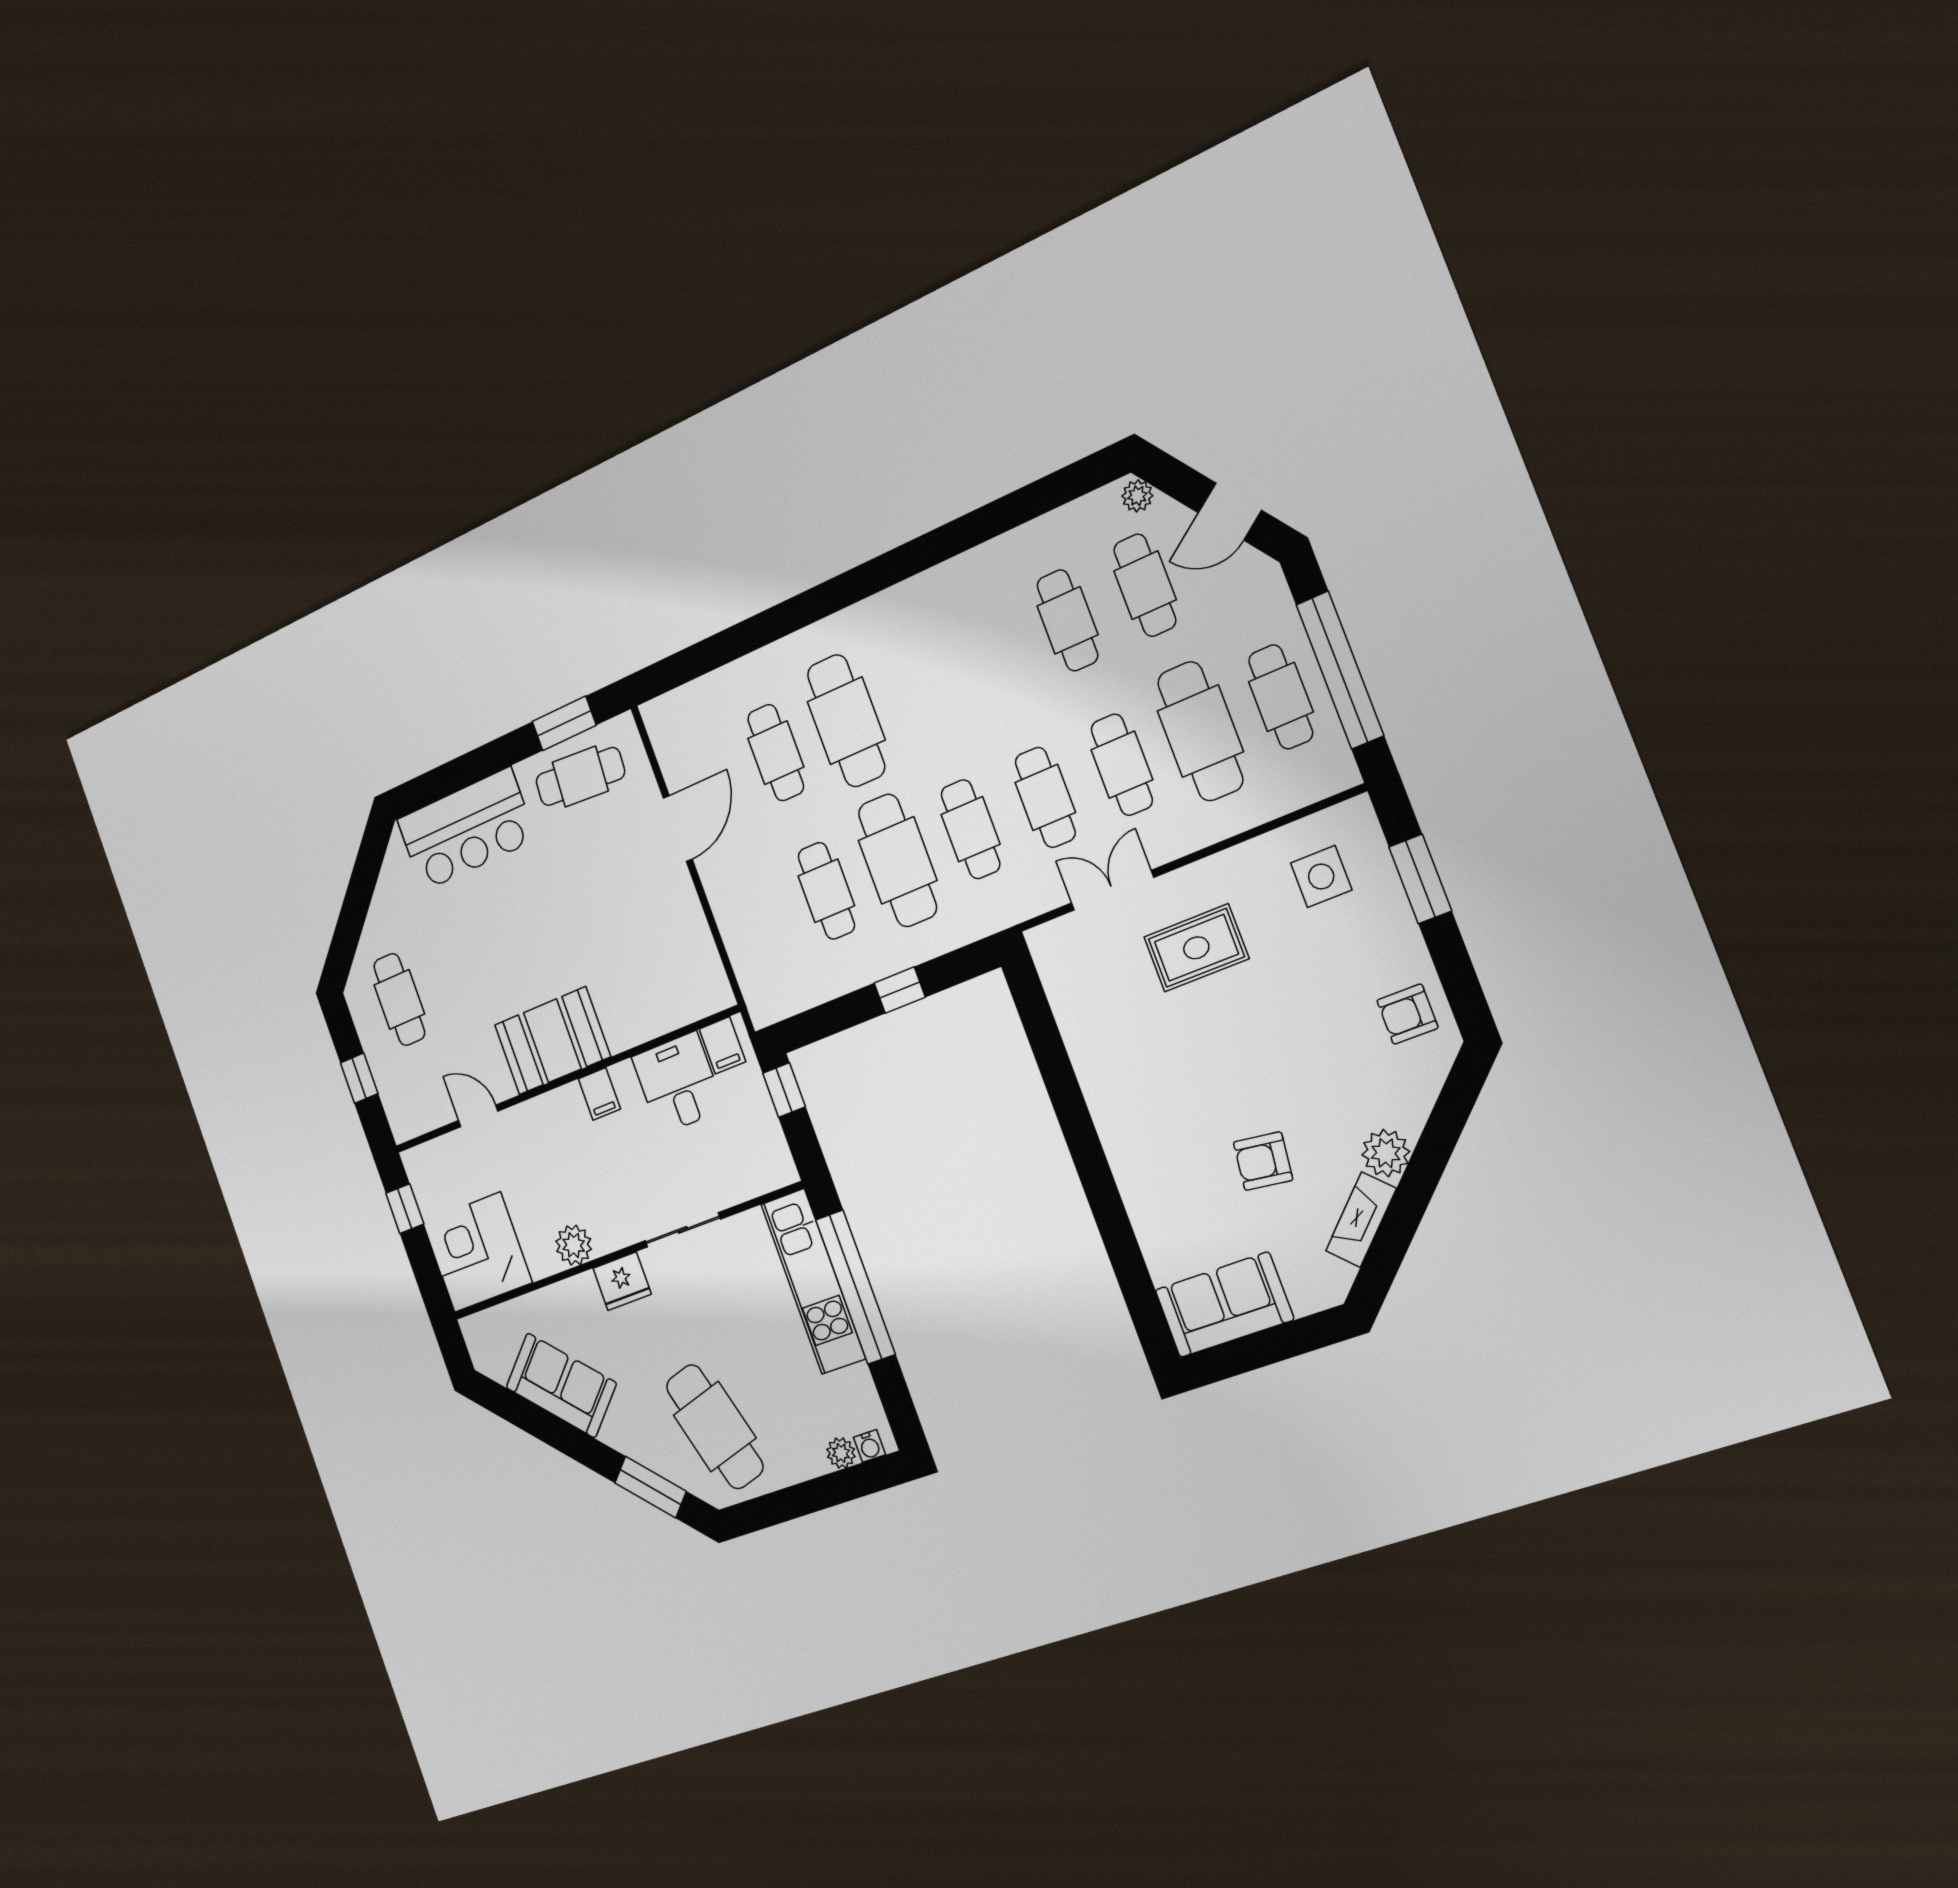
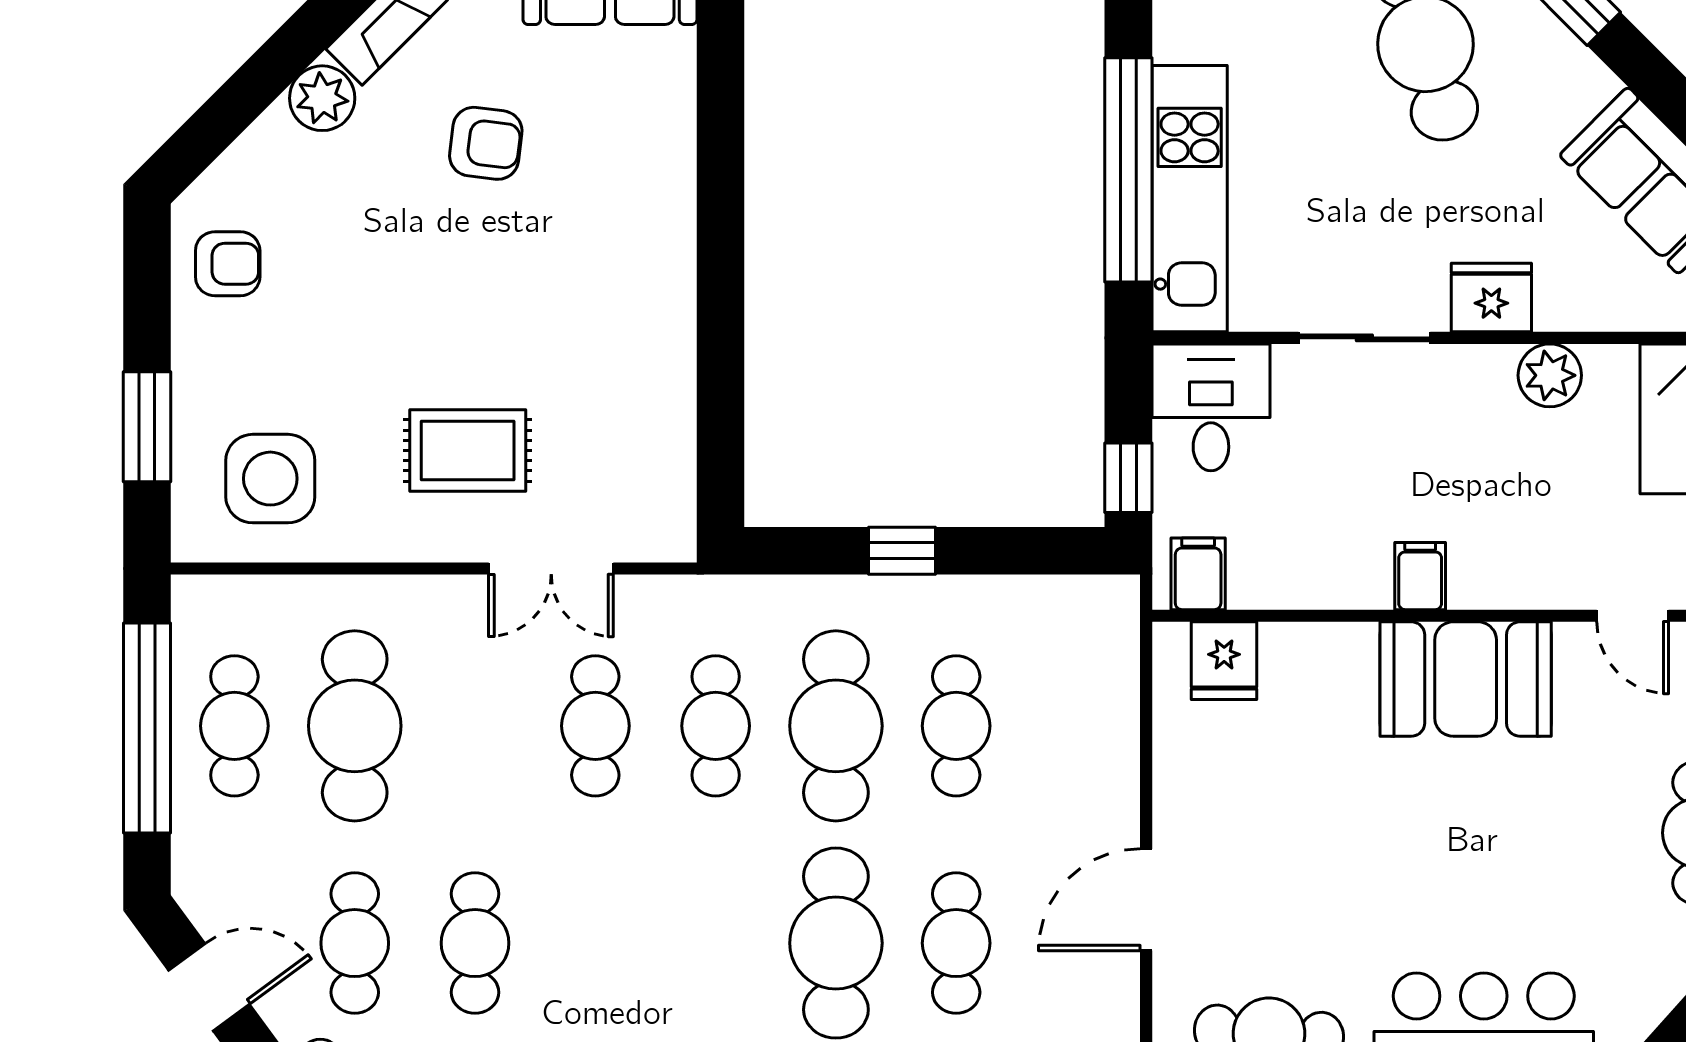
cafe table: (1122, 765) -> (475, 726), removed
side table: (1321, 877) -> (270, 479), width x1.37, depth x1.37
fridge: (688, 997) -> (1224, 661), added
desk: (678, 1083) -> (1211, 407), moved, turned 180

